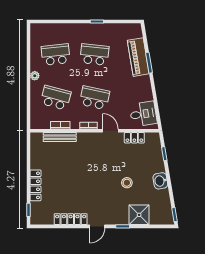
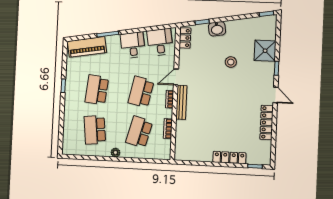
piano: (138, 57) -> (87, 47), moved
desk: (139, 88) -> (133, 45), added
bench: (60, 137) -> (181, 102), moved
locker: (134, 138) -> (185, 38), moved
washbasin: (160, 181) -> (217, 29), moved

